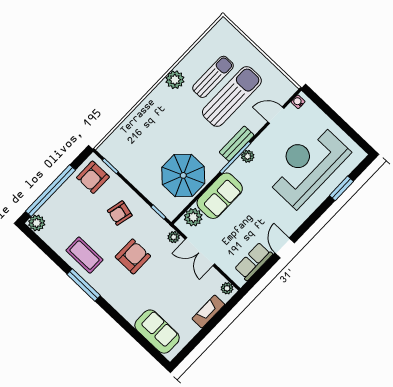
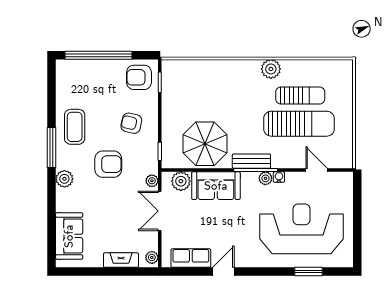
water cooler: (298, 102) -> (279, 177), moved
bench: (237, 144) -> (251, 161), moved
plant: (37, 223) -> (64, 179), moved

